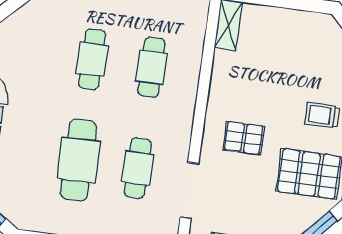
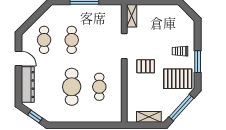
cafe table: (152, 67) -> (44, 40), moved
doorway: (189, 190) -> (124, 46), moved

